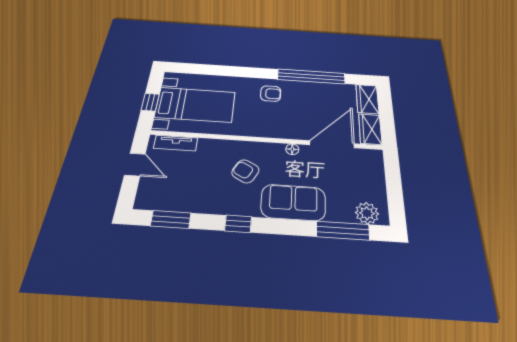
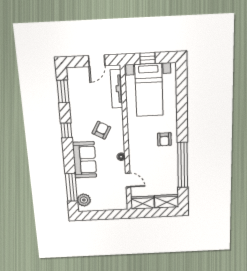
tv unit: (176, 143) -> (116, 89), width x1.41
door: (332, 144) -> (128, 180), width x0.53

